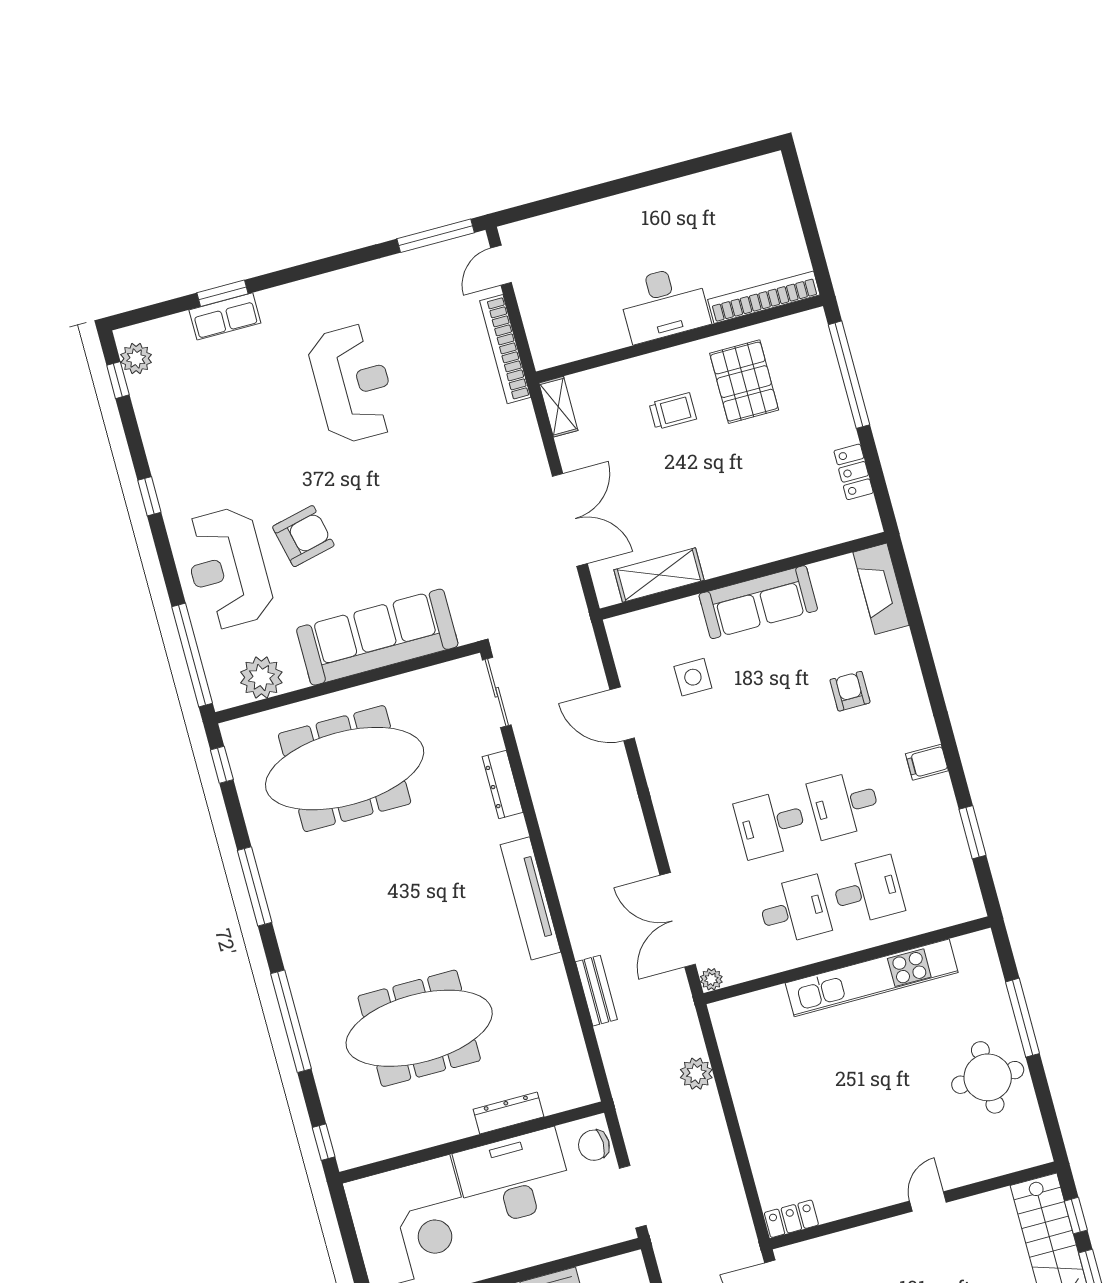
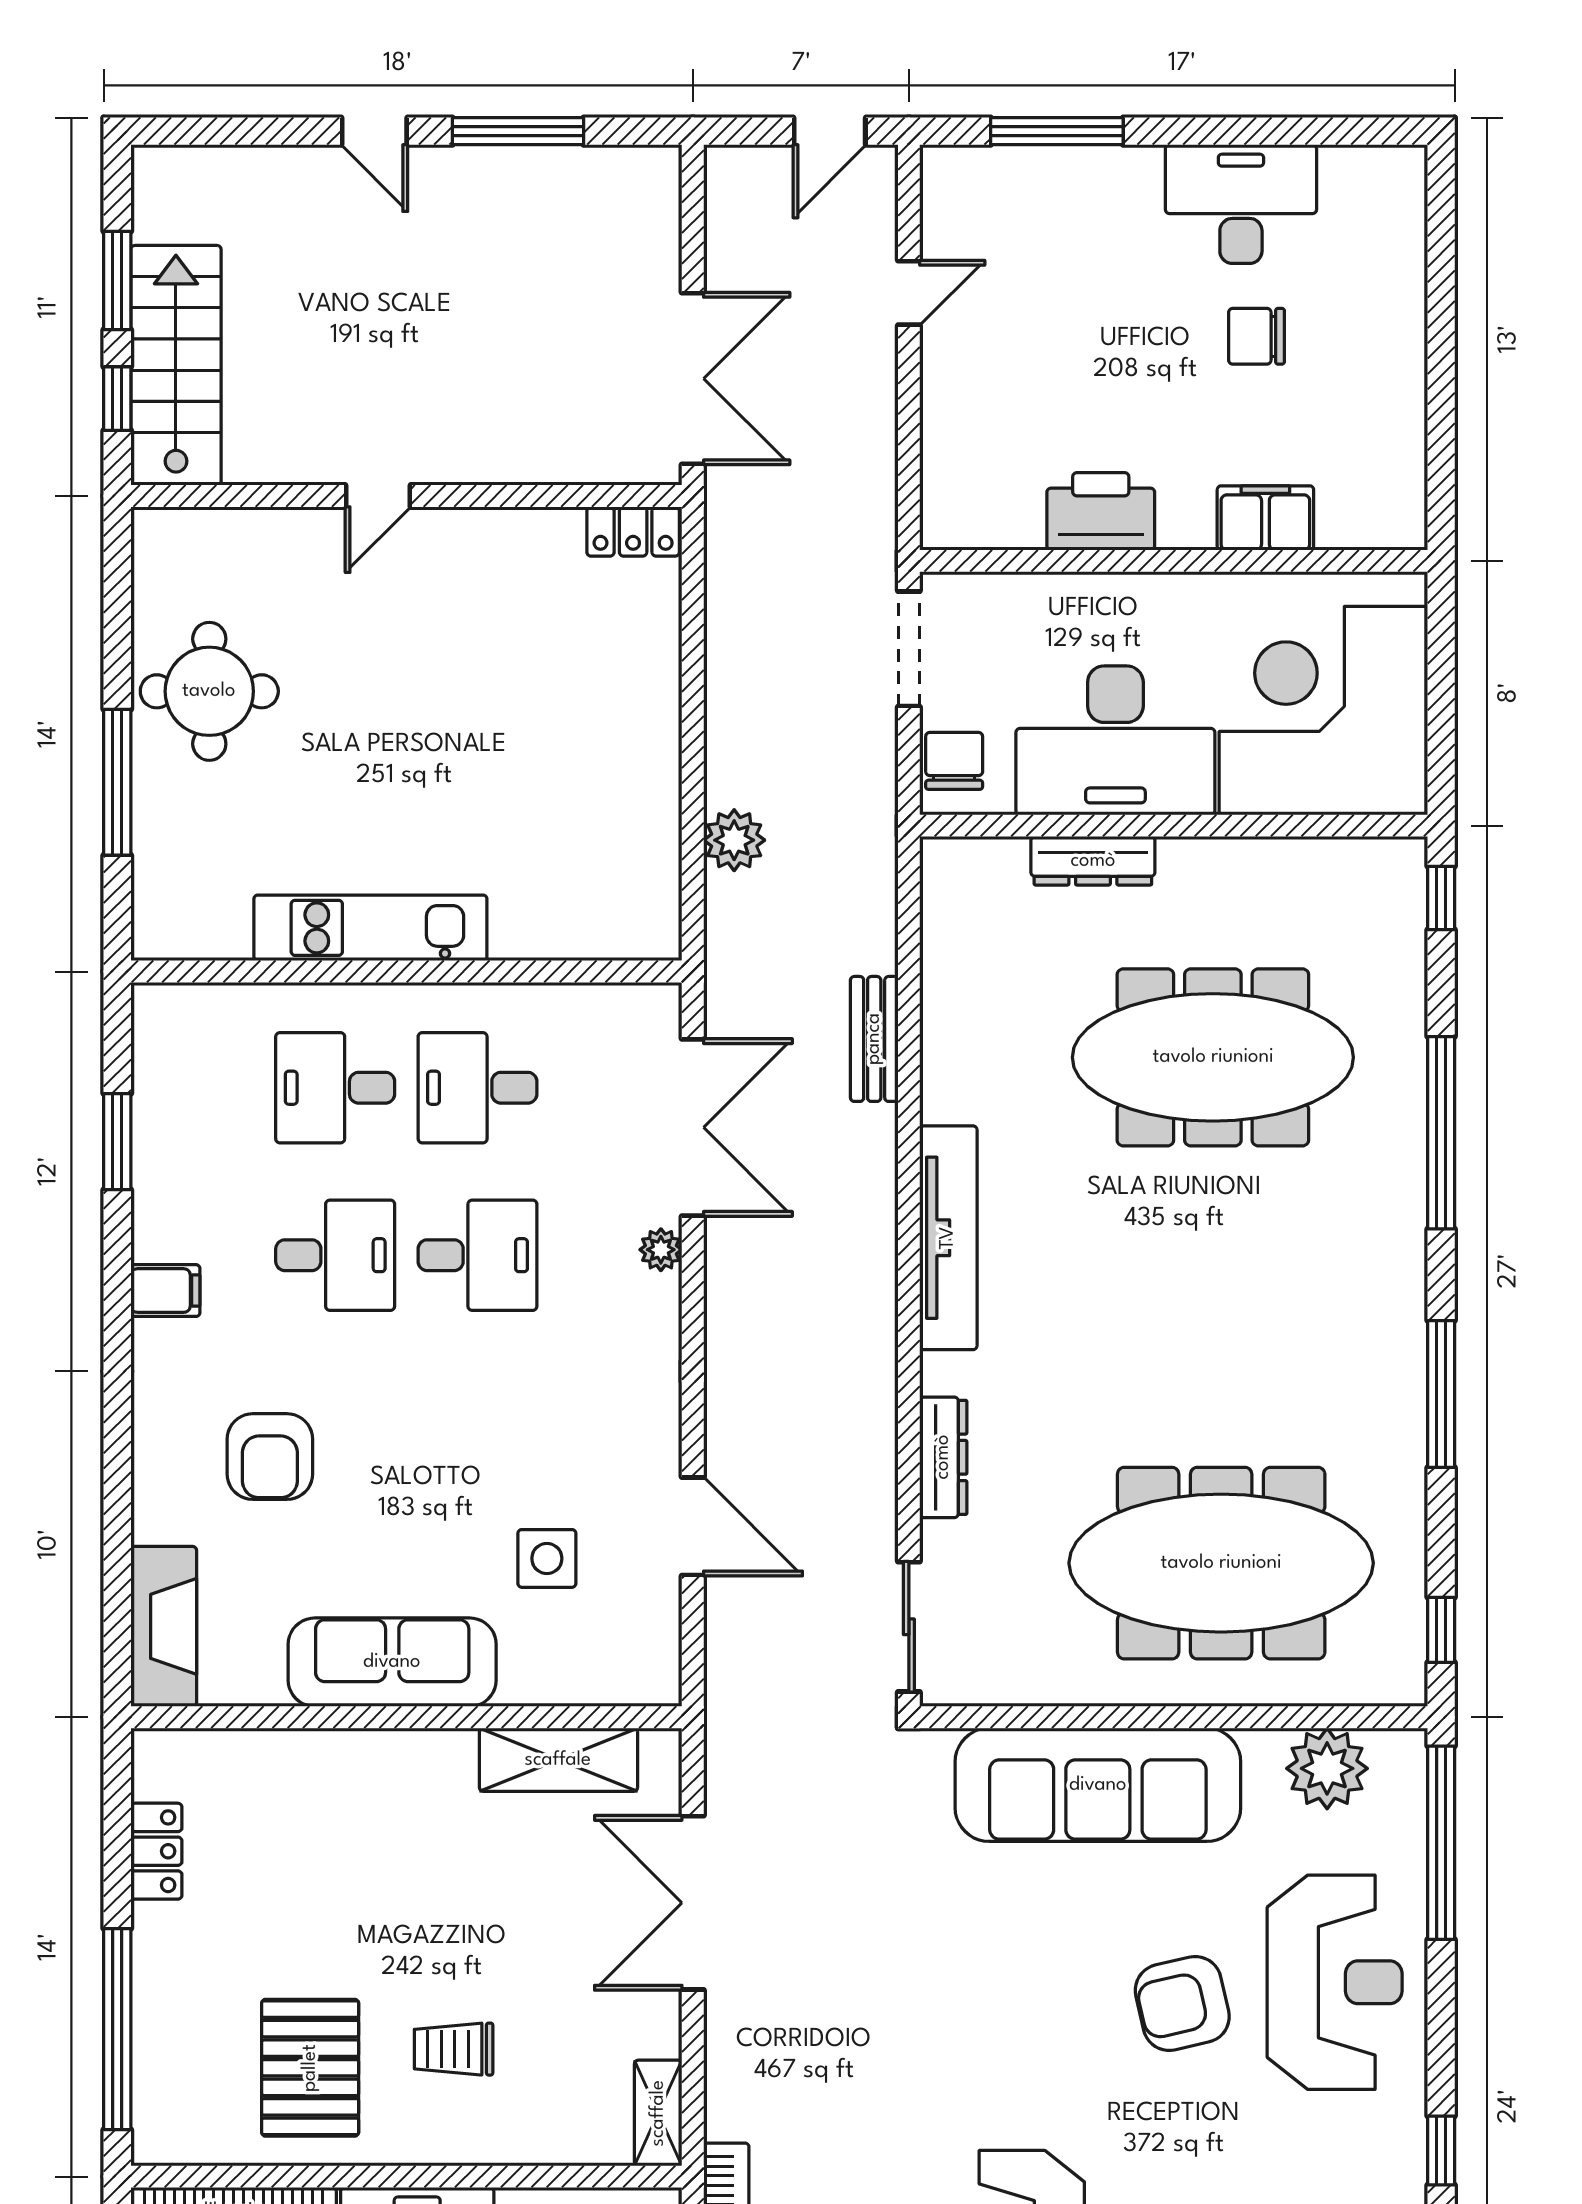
armchair: (850, 691) -> (270, 1457), width x1.38, depth x1.38
kitchen unit: (872, 978) -> (370, 928), width x0.73
plant: (711, 979) -> (661, 1250), moved
chair: (594, 1145) -> (954, 761), turned -90

